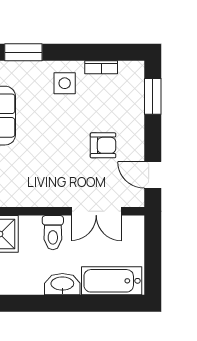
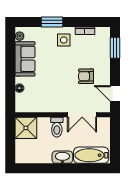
window: (23, 52) -> (52, 22), moved
armchair: (103, 145) -> (86, 76), turned 180

